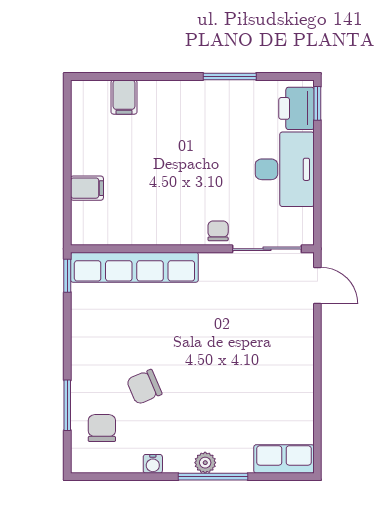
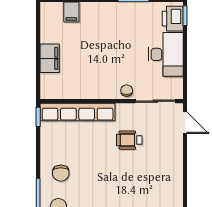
filing cabinet: (87, 188) -> (50, 58), width x2.00
wheelchair: (223, 315) -> (129, 140), added
chair: (144, 387) -> (61, 173), moved, turned -67

